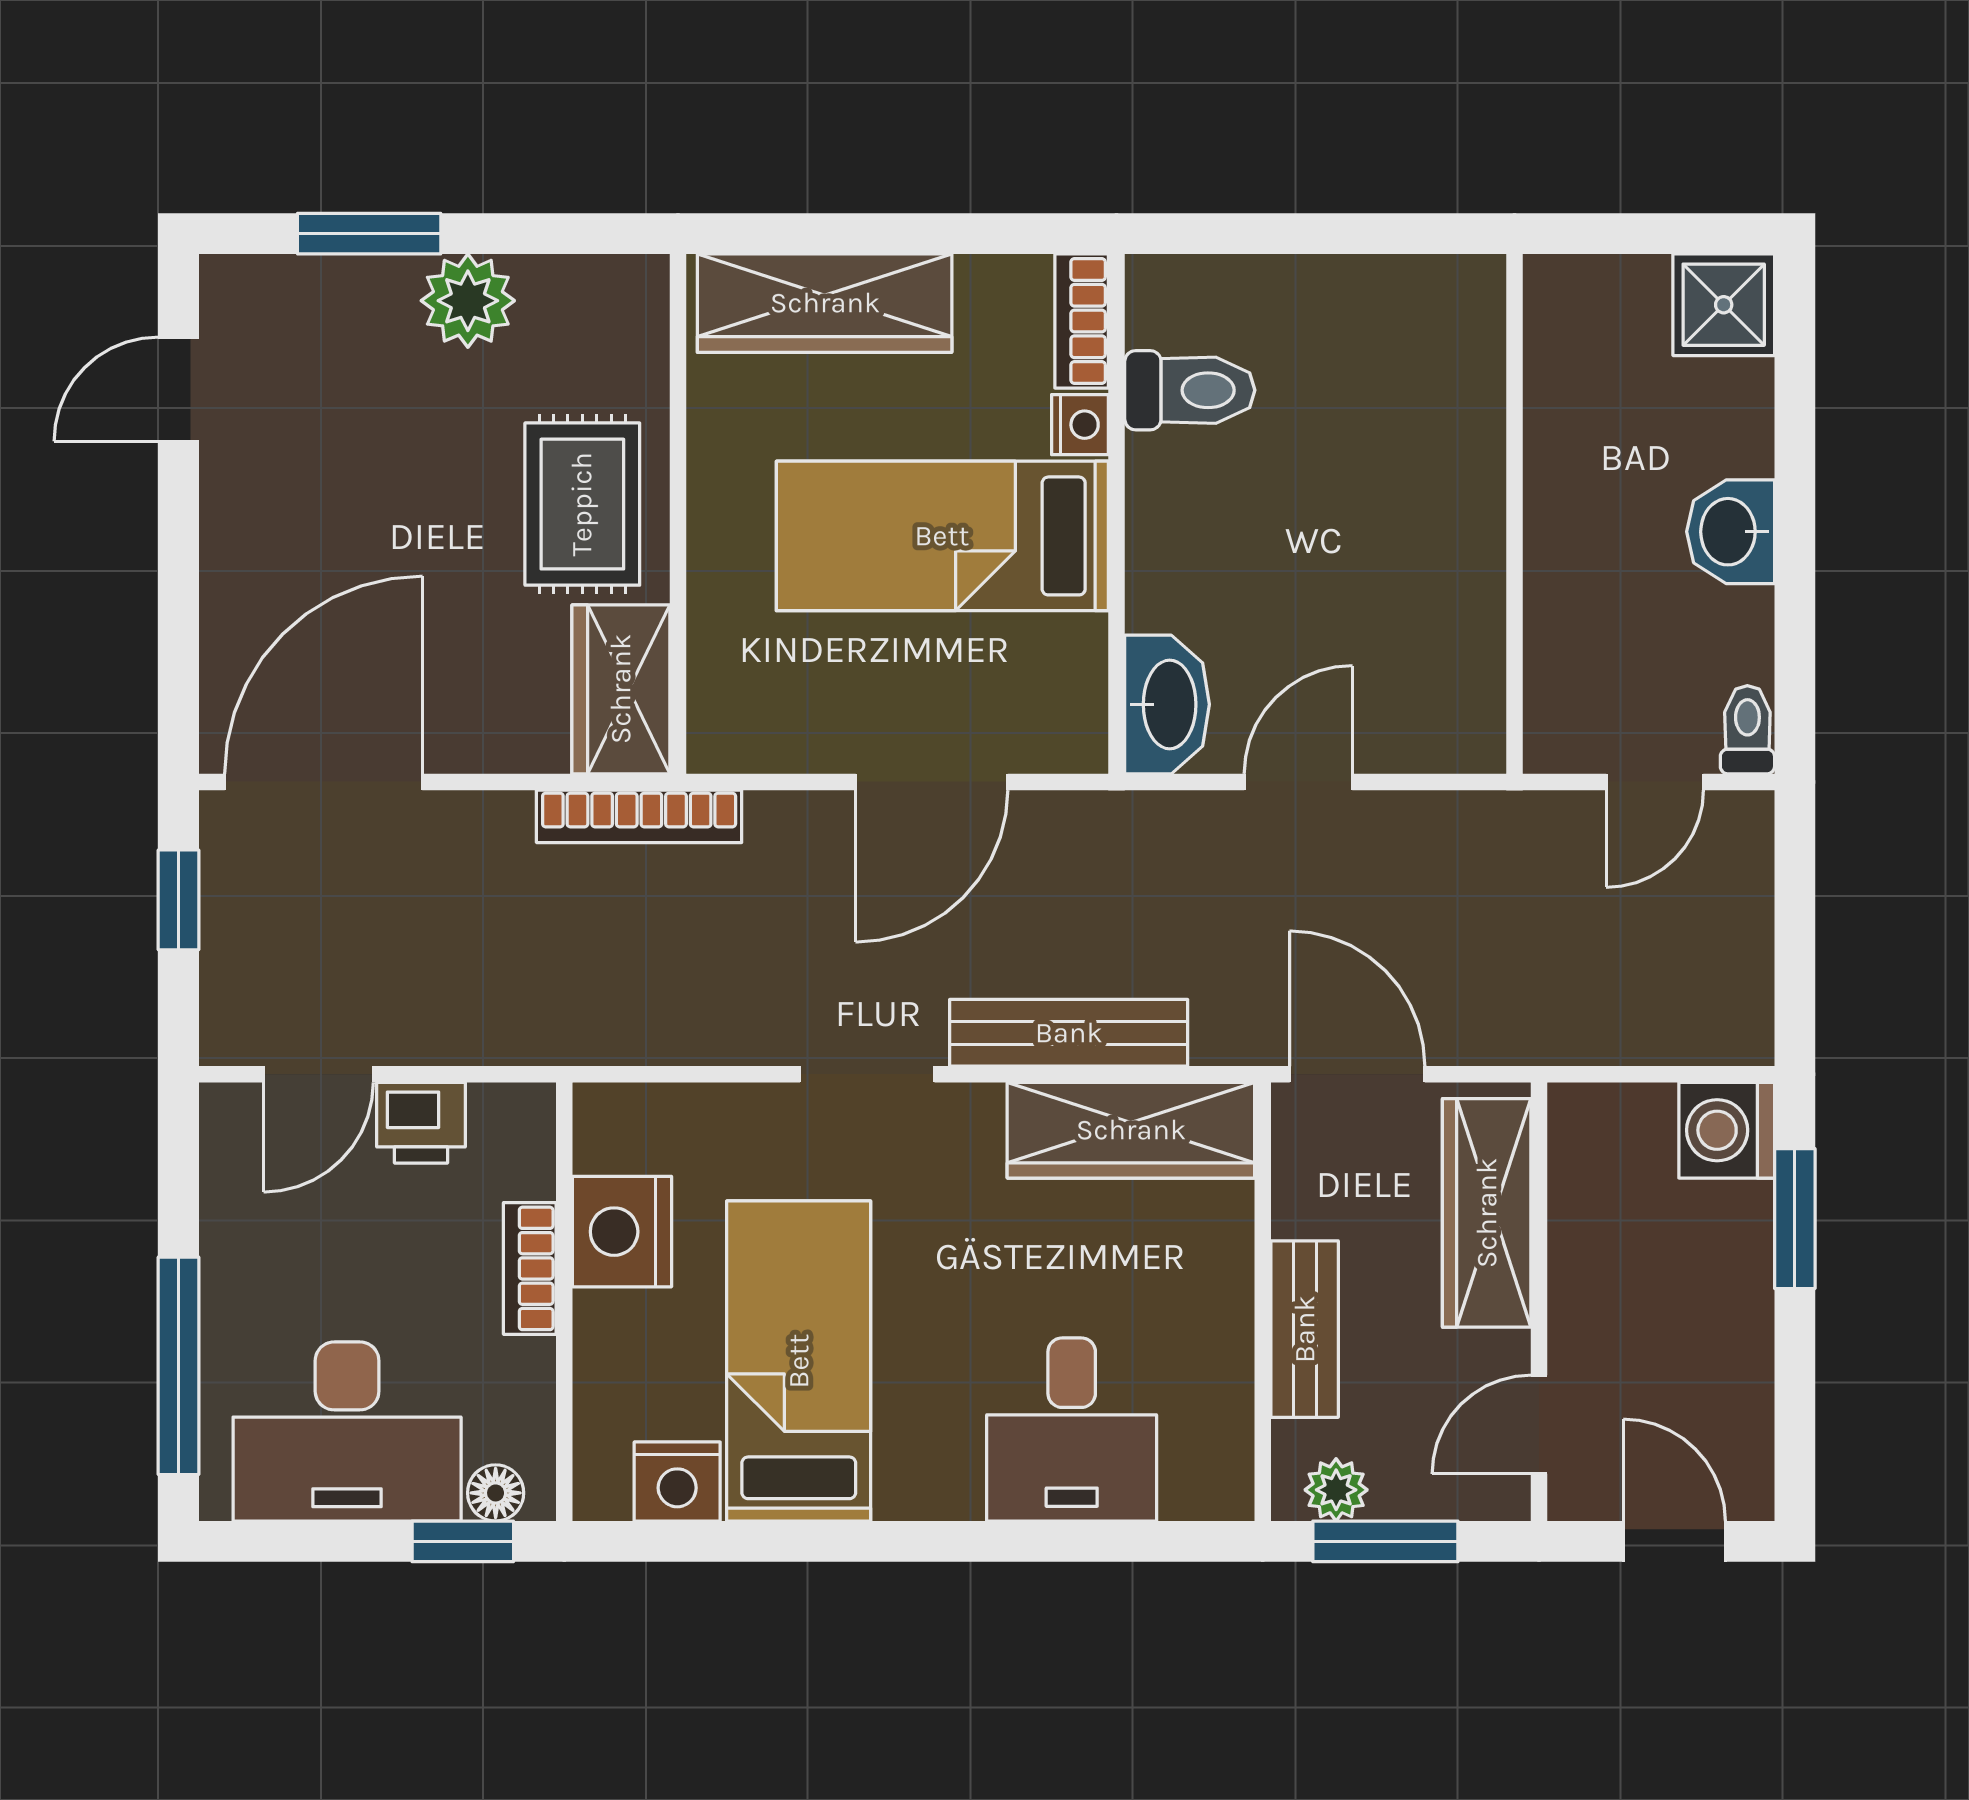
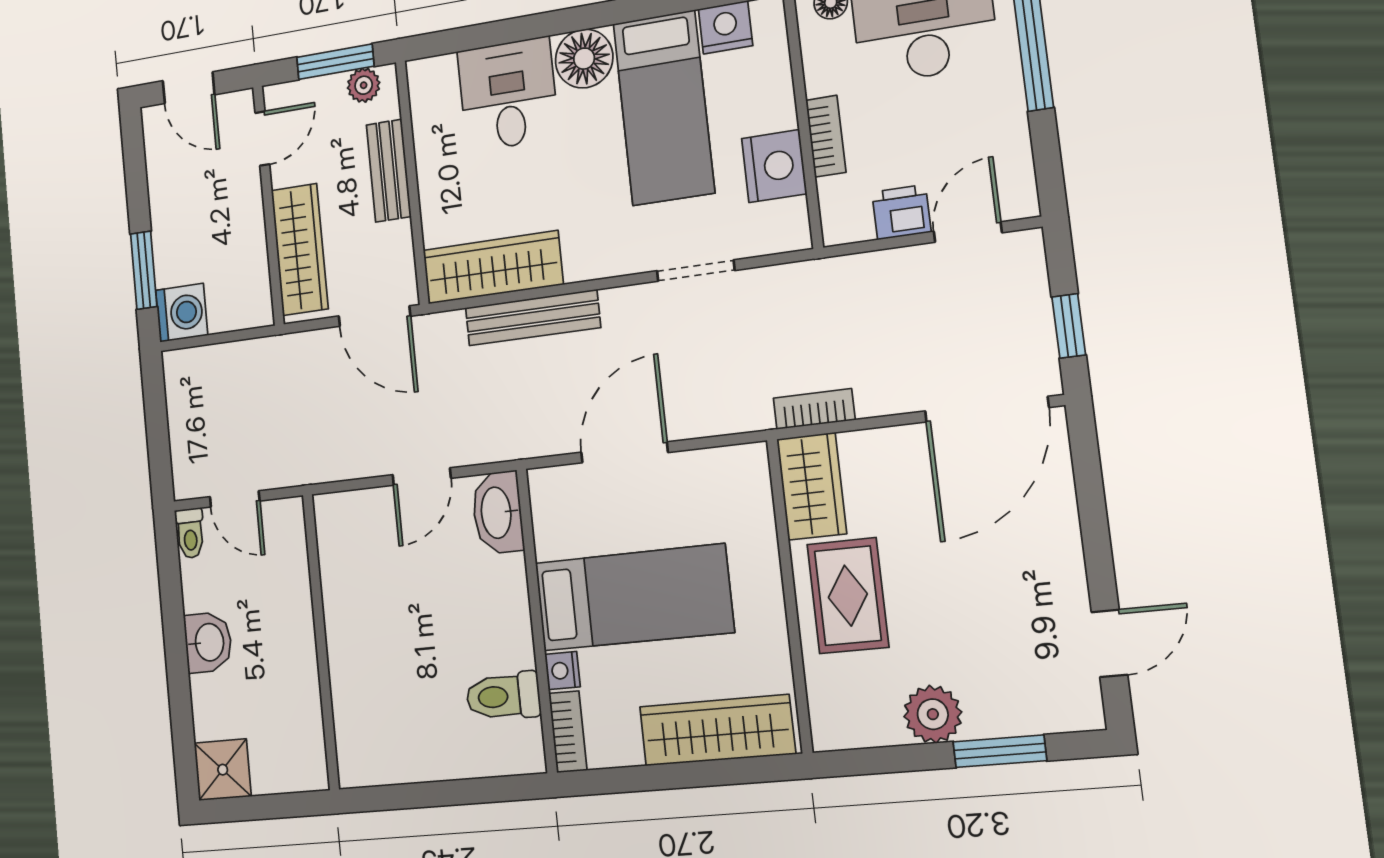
door: (1655, 782) -> (235, 499), swing flipped
bookcase: (639, 816) -> (814, 409), width x0.64
doorway: (867, 1074) -> (696, 271), moved
floor lamp: (929, 1470) -> (584, 59), added

